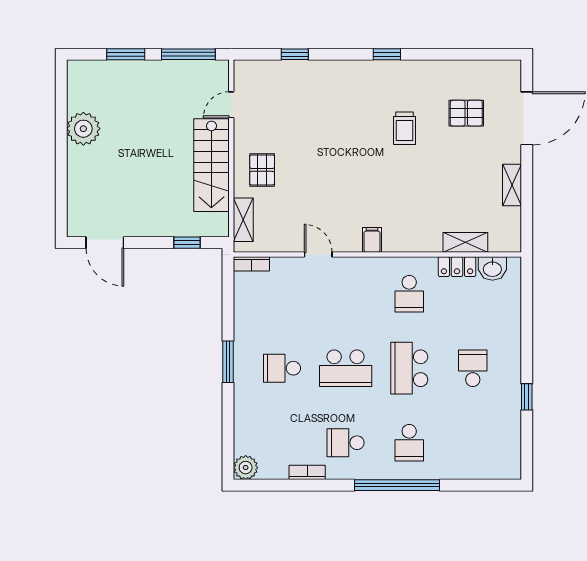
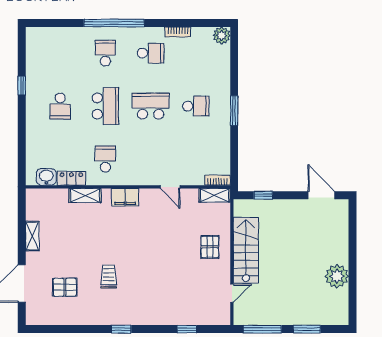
shelving: (243, 220) -> (215, 195), moved, turned 90
filing cabinet: (372, 240) -> (125, 197), width x2.00
shelving: (465, 242) -> (85, 195), moved

